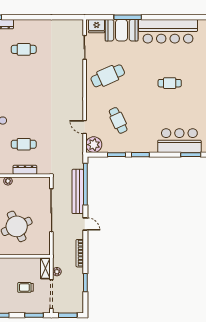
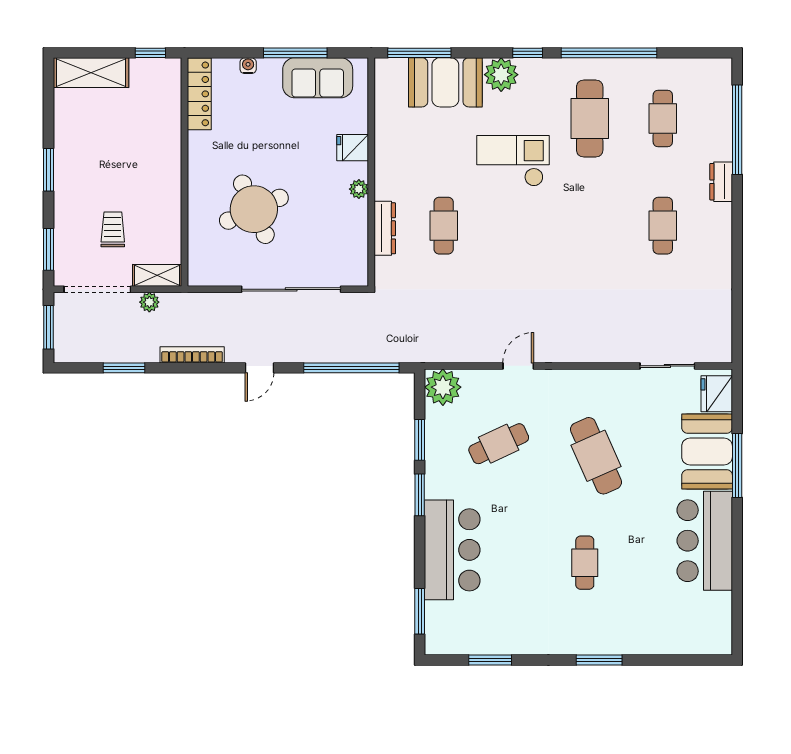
bar counter: (168, 31) -> (705, 541), width x0.73
cafe table: (108, 76) -> (596, 456), moved
door: (85, 127) -> (518, 366), moved
bar counter: (179, 141) -> (452, 550), moved
bench: (78, 191) -> (335, 350), removed

